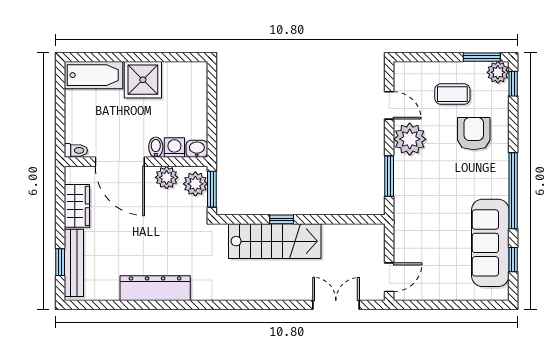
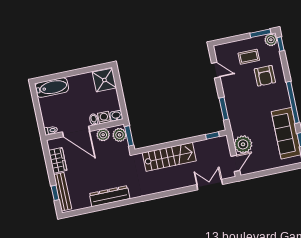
shower: (143, 80) -> (104, 80), moved
armchair: (474, 134) -> (265, 76), turned 180
plant: (410, 139) -> (243, 144), moved
window: (282, 219) -> (212, 135), moved

